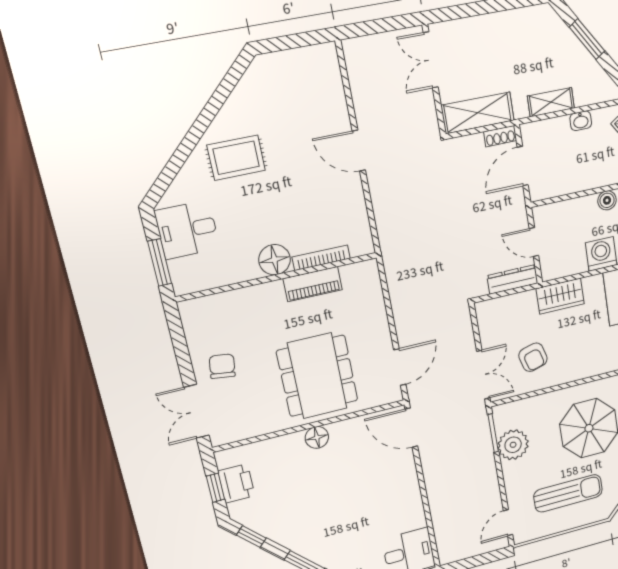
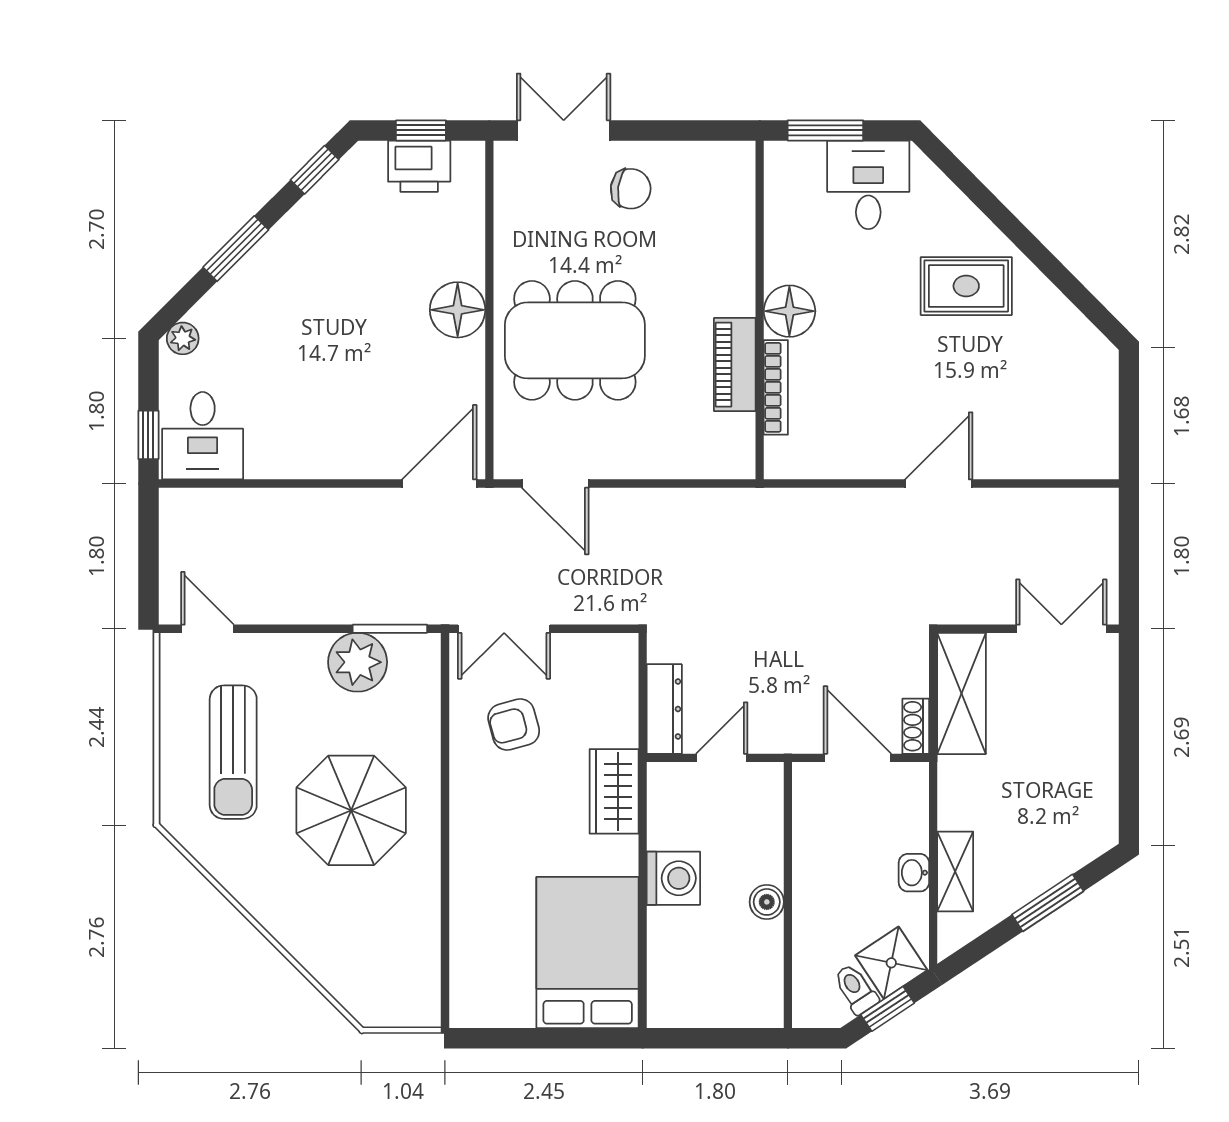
shelving: (551, 102) -> (955, 871), moved
rug: (236, 158) -> (966, 286), turned 90
floor lamp: (317, 437) -> (458, 310), width x1.38, depth x1.38

